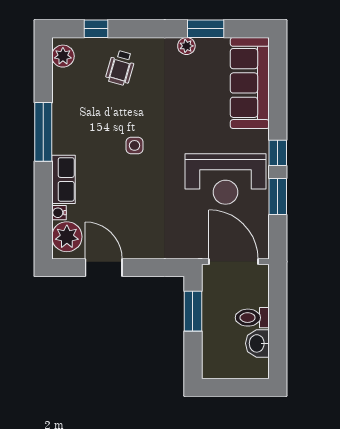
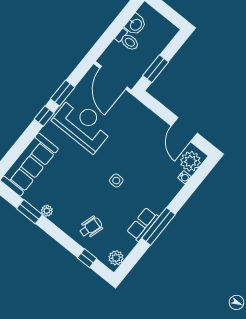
row of seats: (63, 179) -> (143, 224), moved

